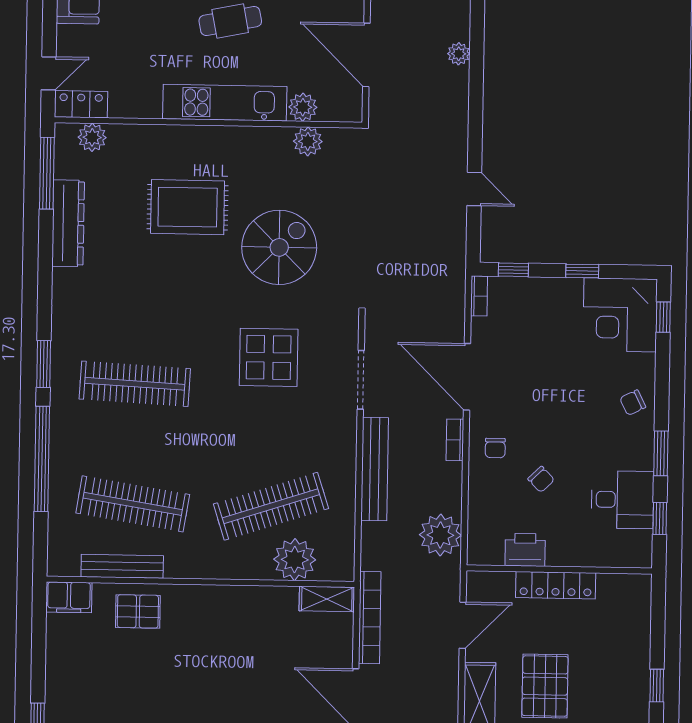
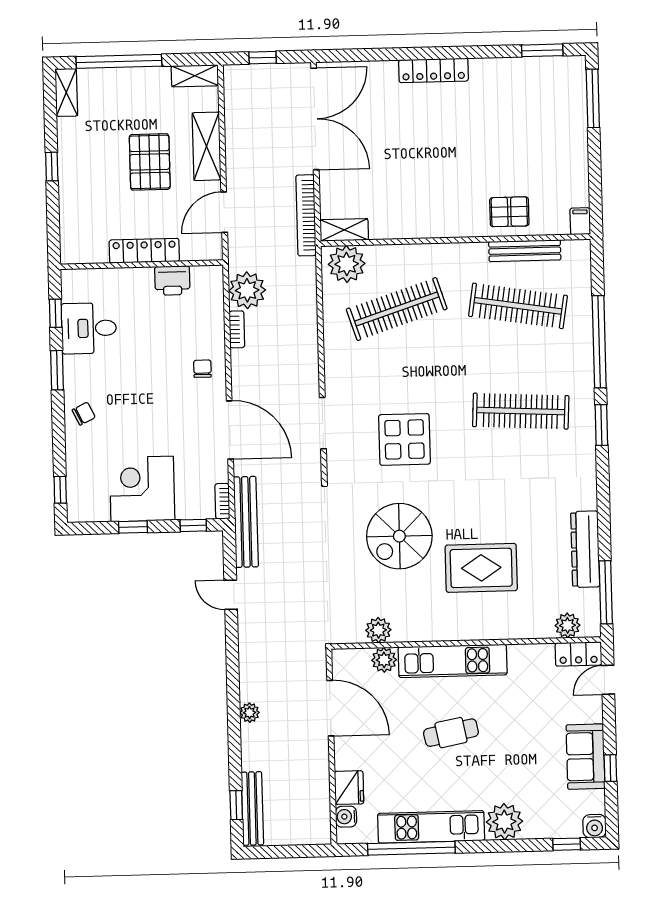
corner desk: (620, 315) -> (142, 489), moved, turned -90
bookcase: (455, 440) -> (237, 329), moved
bench: (375, 469) -> (246, 522), moved
chair: (541, 479) -> (161, 343), removed
plant: (295, 560) -> (347, 264), moved
filing cabinet: (69, 597) -> (580, 221), width x0.50

